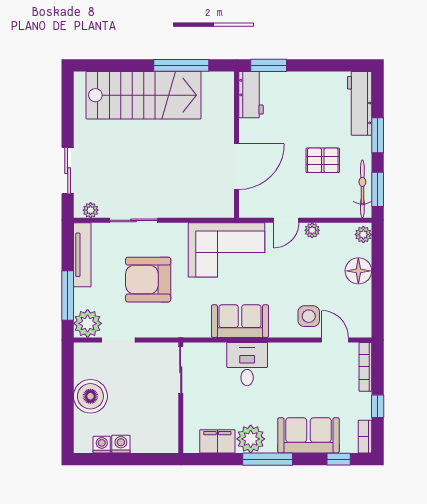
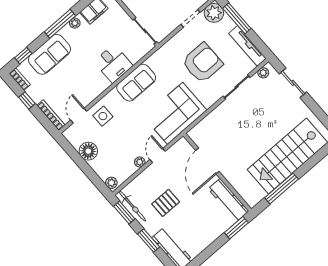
workbench: (251, 95) -> (228, 200), width x1.38
floor lamp: (358, 271) -> (88, 151), moved
door: (335, 340) -> (79, 116), swing flipped
plant: (251, 439) -> (75, 23), width x0.53, depth x0.53

